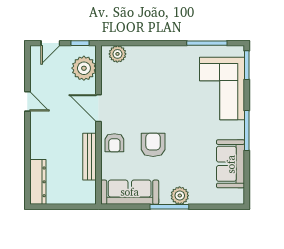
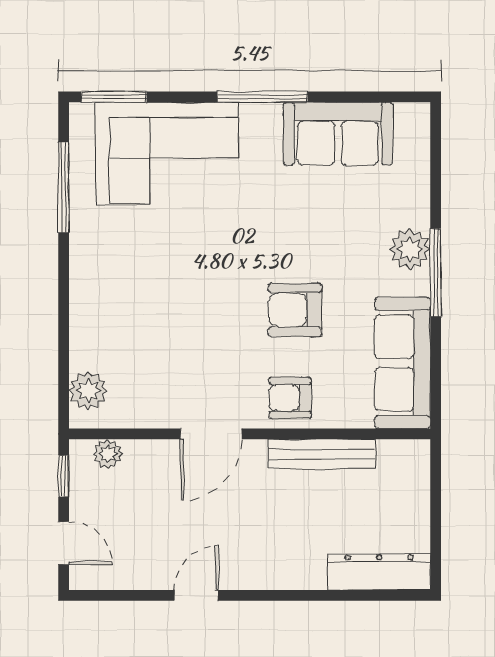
plant: (84, 68) -> (108, 454), width x0.53, depth x0.53
armchair: (114, 143) -> (290, 398), turned 180

